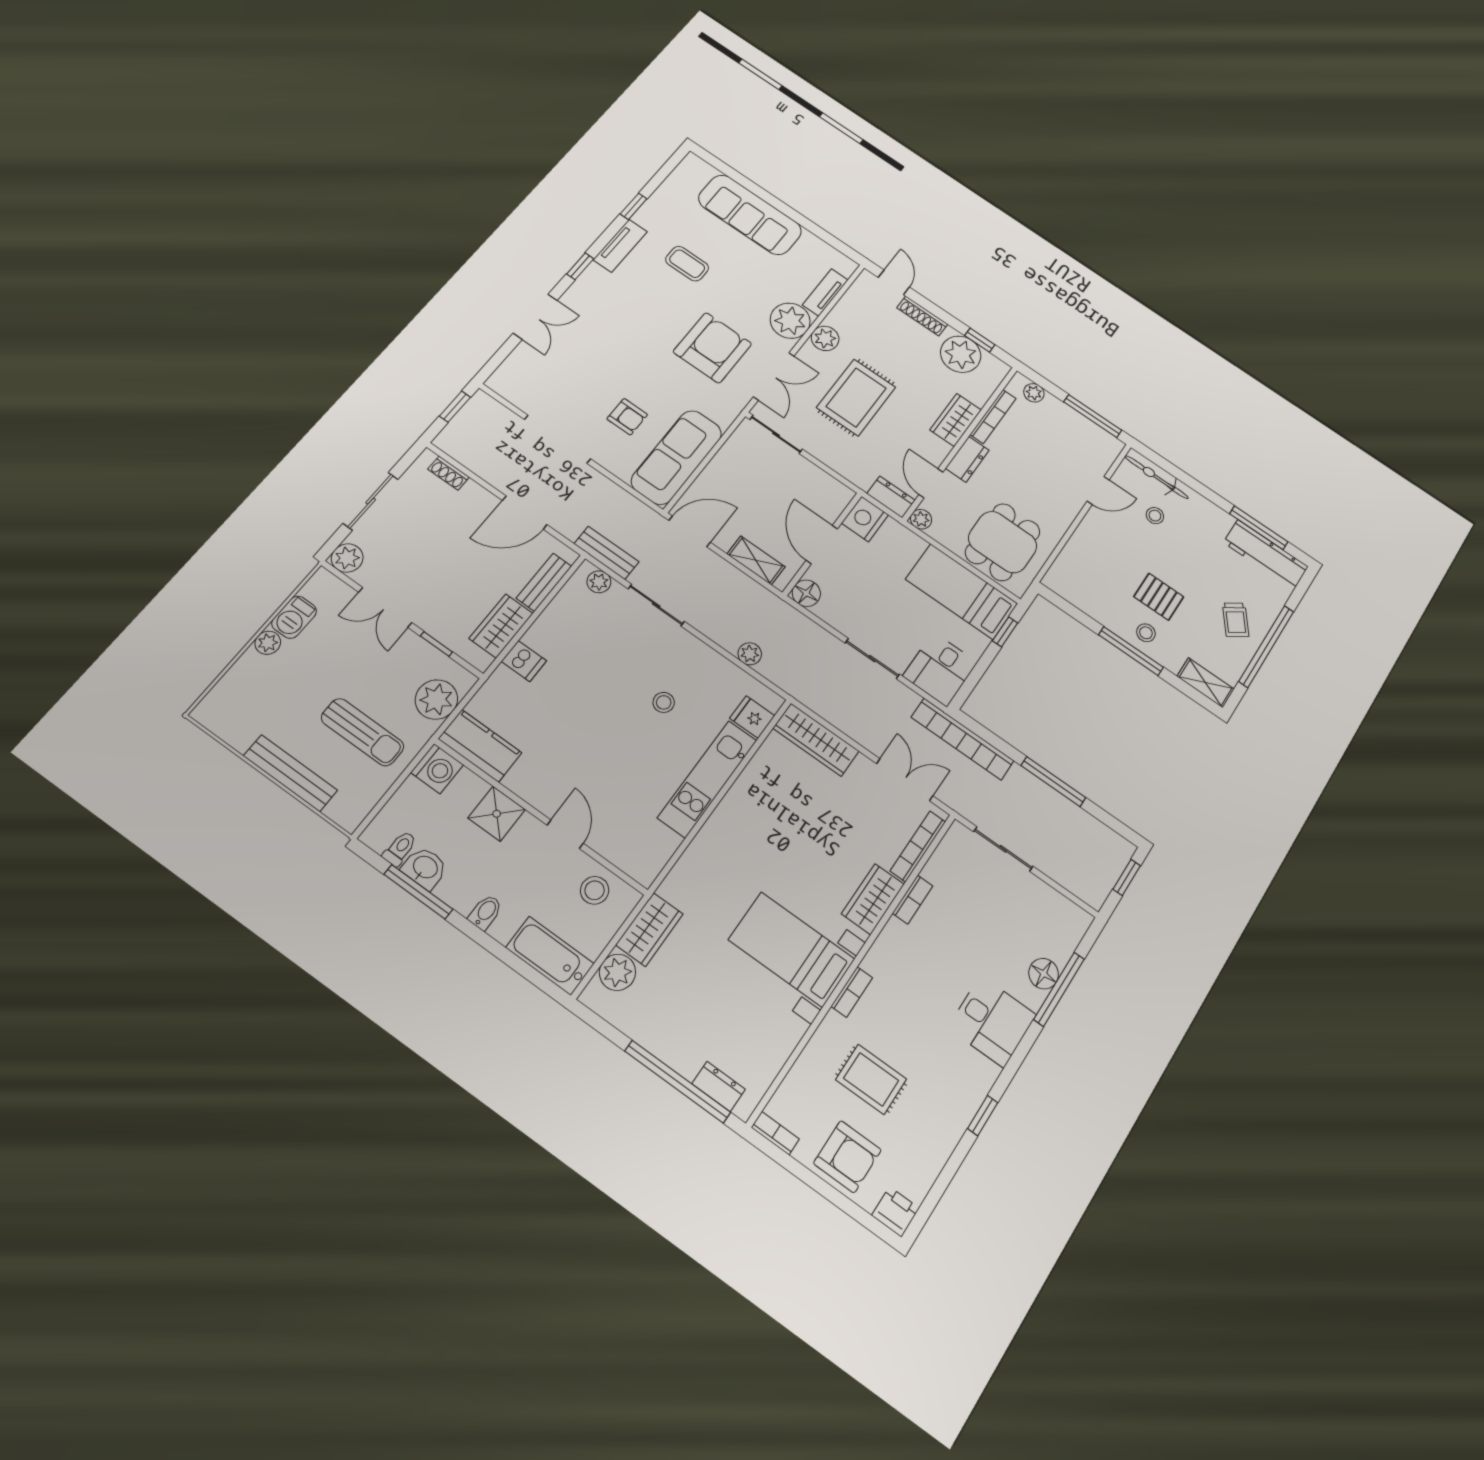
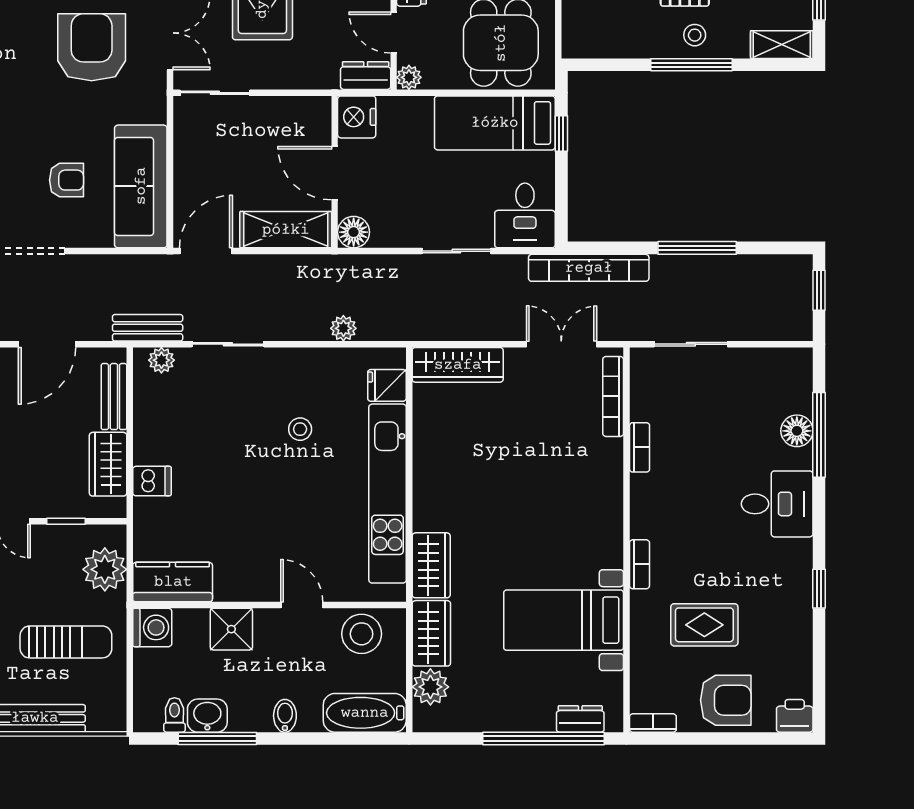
shelving: (756, 560) -> (286, 230), width x1.50, depth x1.33
kitchen unit: (707, 779) -> (388, 494), width x1.36
stool: (595, 890) -> (362, 634), width x1.38, depth x1.38
wardrobe: (873, 899) -> (431, 565), moved, turned 180
bed with nightstands: (792, 949) -> (564, 620), moved

